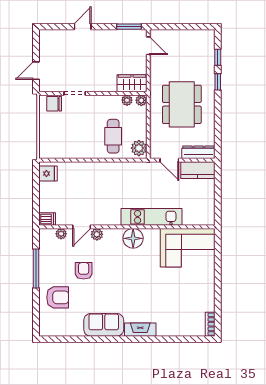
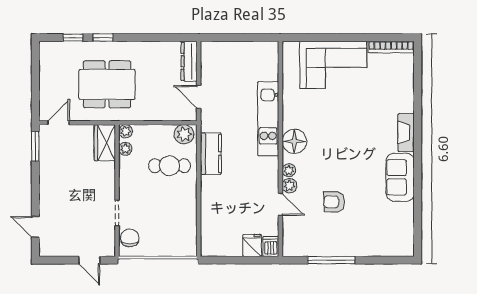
door: (83, 27) -> (35, 227), moved
chair: (54, 104) -> (130, 238), turned 180
dining table: (182, 104) -> (107, 84), moved
door: (169, 160) -> (199, 97), swing flipped
kitchen counter: (198, 170) -> (211, 154), moved
fridge: (48, 174) -> (252, 245), moved
plant: (61, 234) -> (289, 170), moved
corner sofa: (188, 248) -> (333, 65), moved, turned 90
armchair: (58, 297) -> (367, 234), removed
bookcase: (210, 324) -> (391, 47), width x1.56

